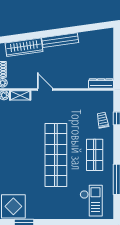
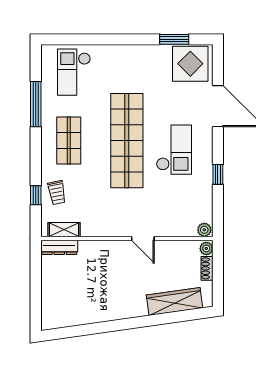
bench: (60, 40) -> (120, 312), removed
shelving: (20, 95) -> (64, 230), moved
checkout: (24, 149) -> (174, 150), added

